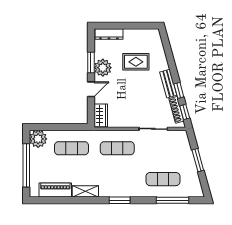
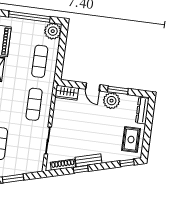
rug: (136, 62) -> (131, 140), moved
window: (185, 112) -> (127, 163), moved

